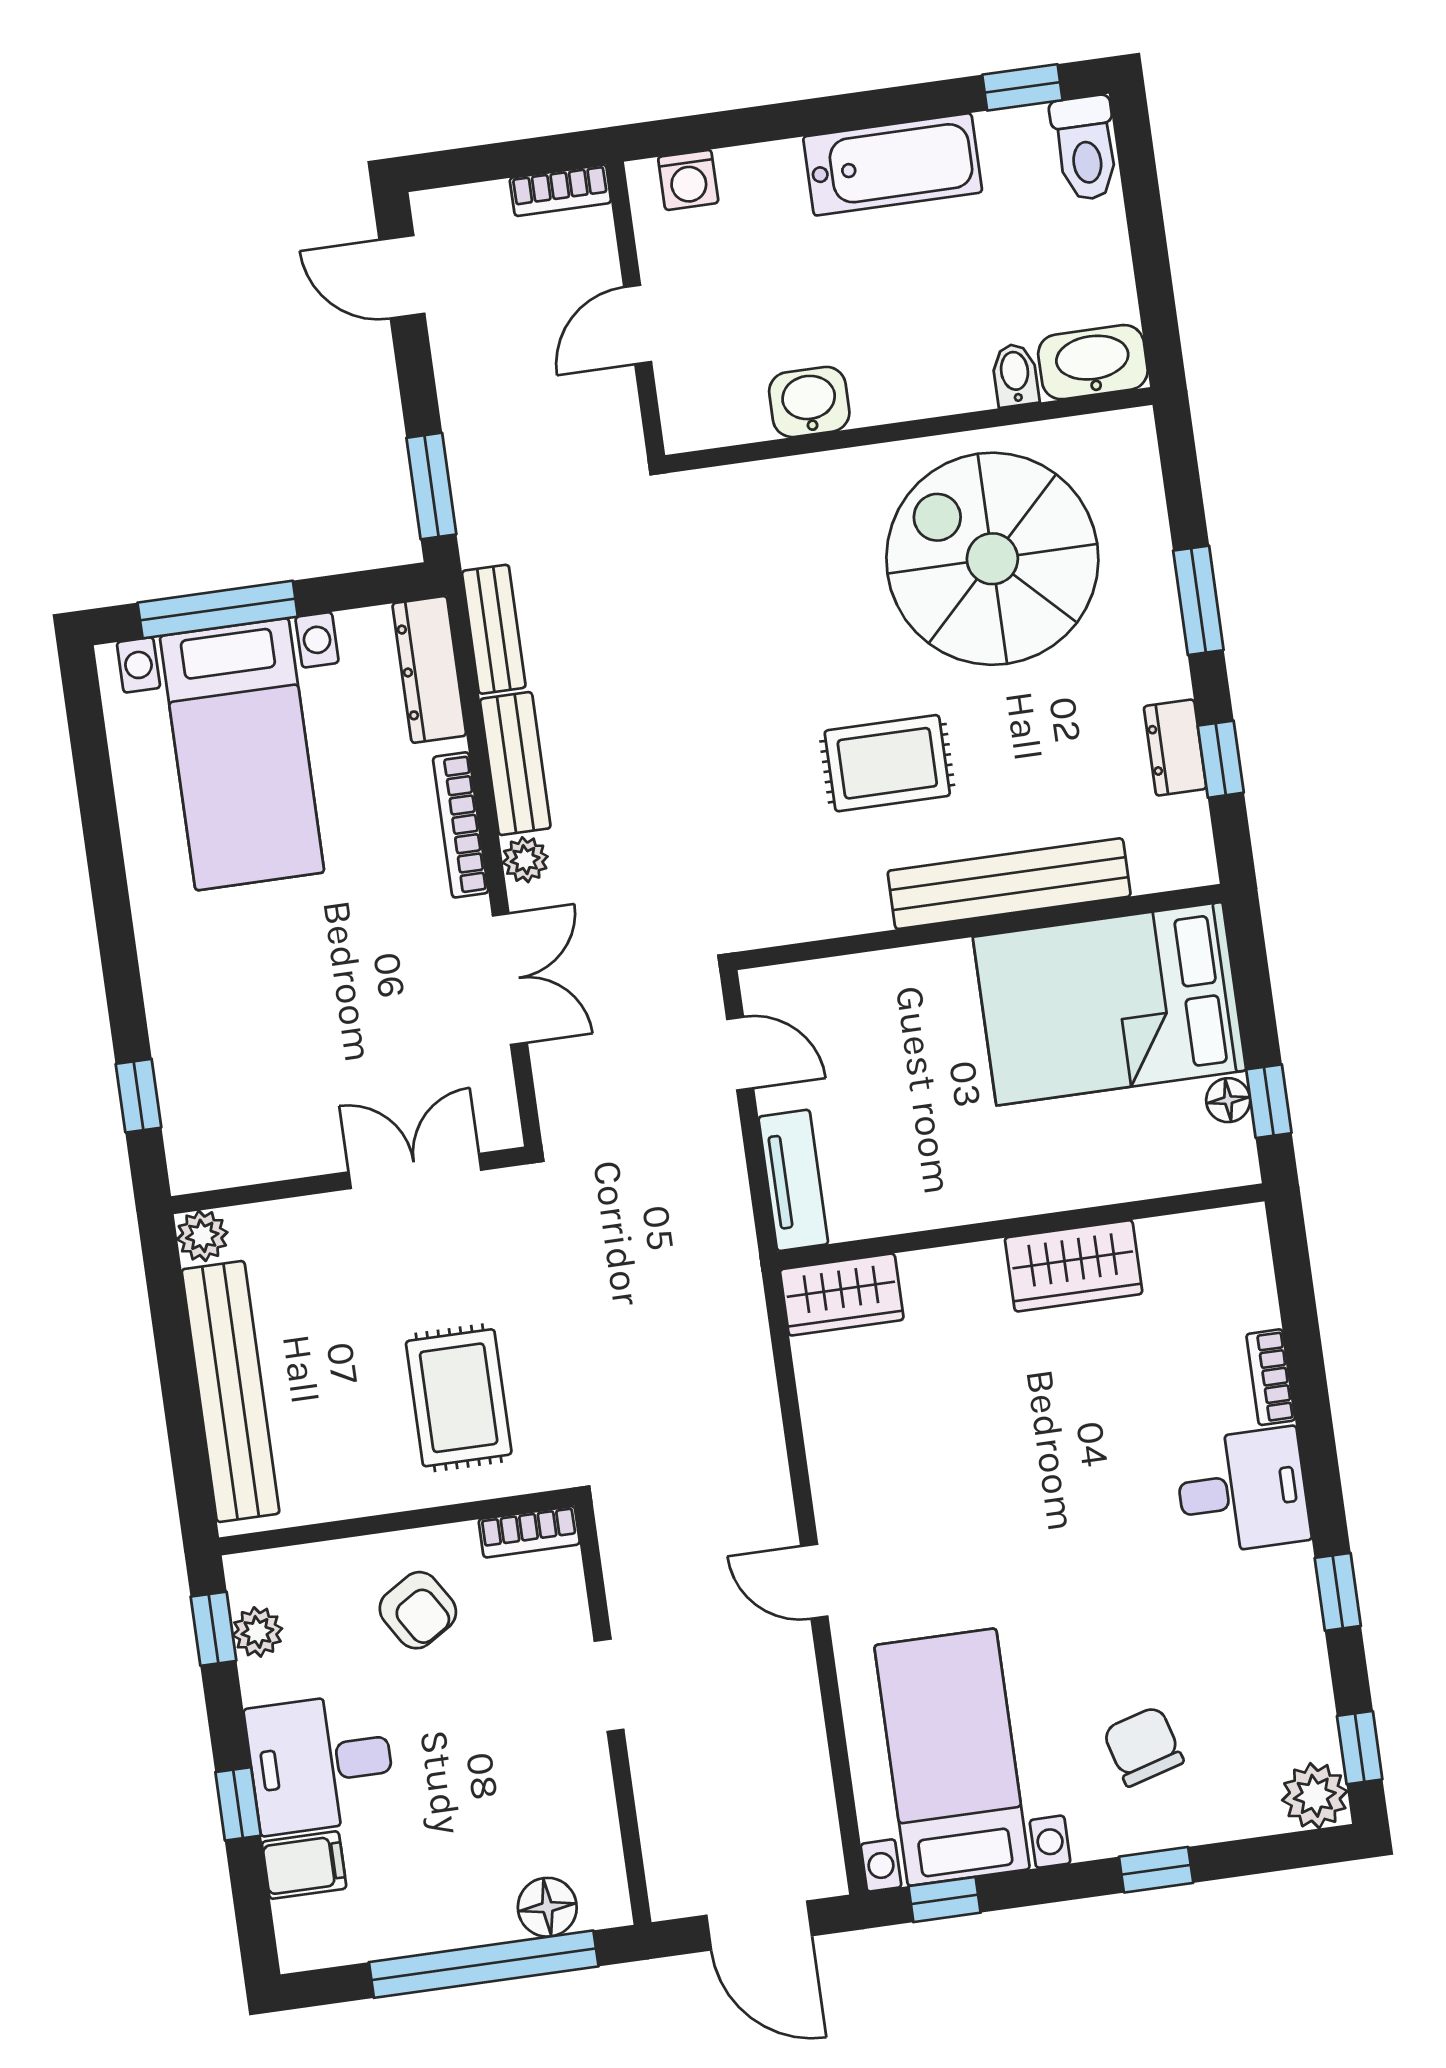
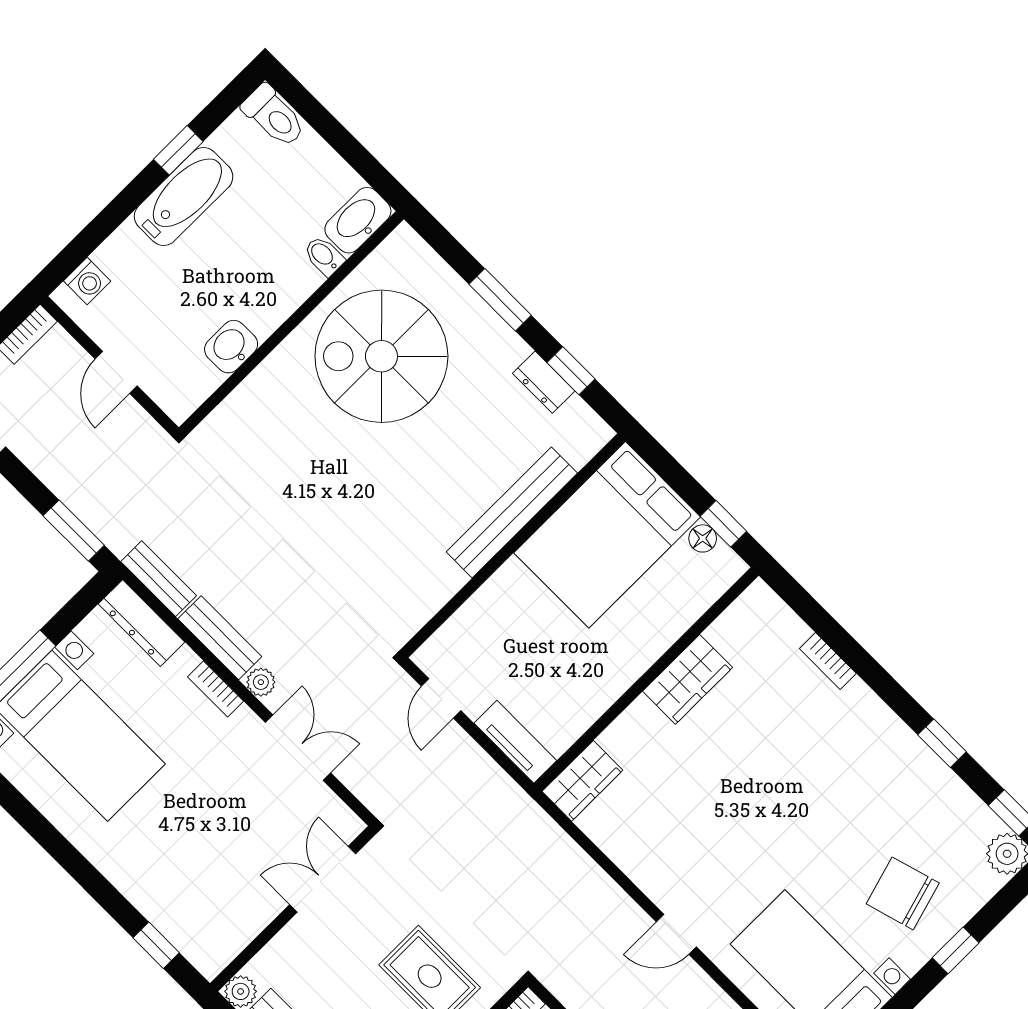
window: (1022, 87) -> (178, 150), moved
rug: (887, 763) -> (406, 498), removed
bookcase: (461, 825) -> (216, 689), width x0.64
door: (740, 1054) -> (441, 698), swing flipped
desk: (1242, 1491) -> (856, 729), removed
chair: (1143, 1746) -> (903, 893), width x1.37, depth x1.37

